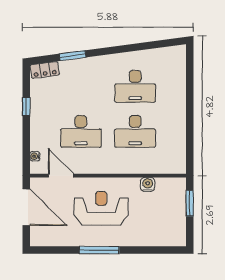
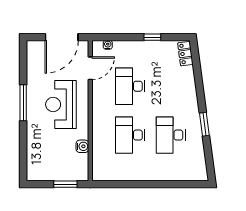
window: (73, 56) -> (204, 124), moved
reception desk: (101, 208) -> (61, 104), turned 180

